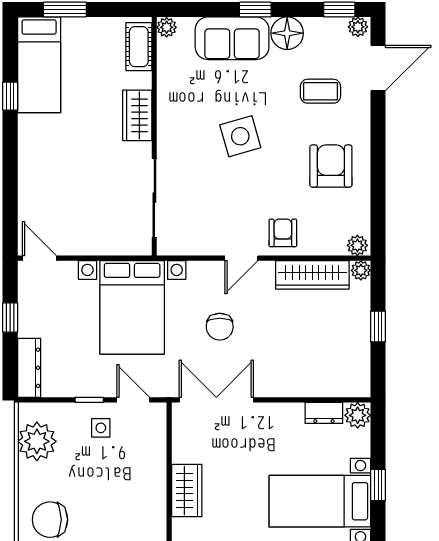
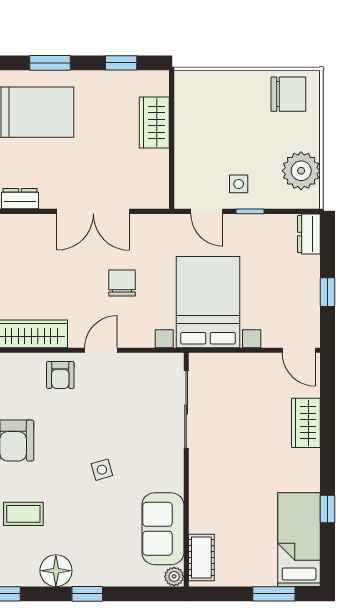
sofa: (232, 38) -> (163, 529), moved, turned -90
wardrobe: (137, 115) -> (306, 423), moved, turned 180
side table: (240, 136) -> (102, 470), width x0.54, depth x0.54
dresser: (29, 368) -> (309, 234), width x0.70
double door: (216, 400) -> (93, 211), moved

